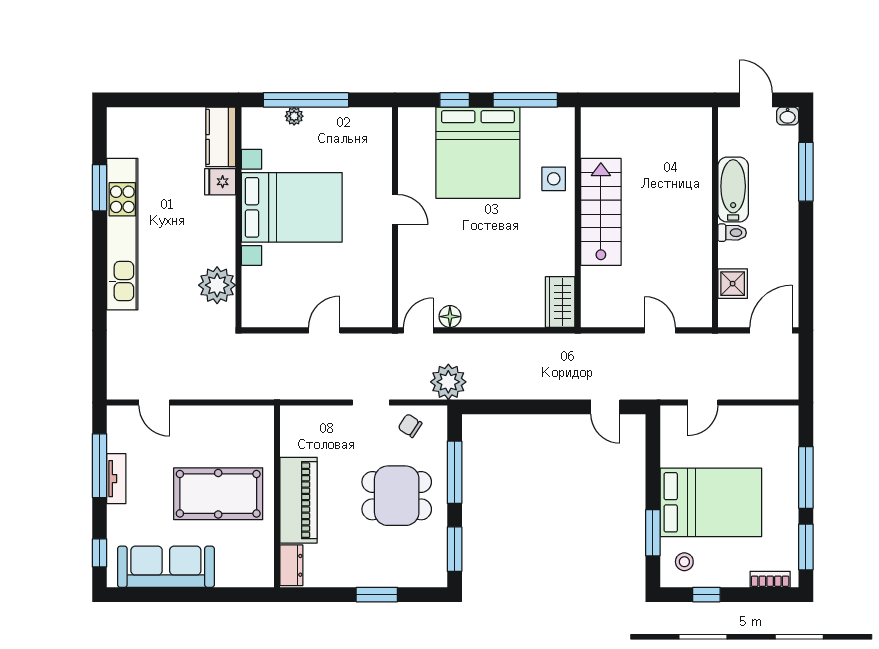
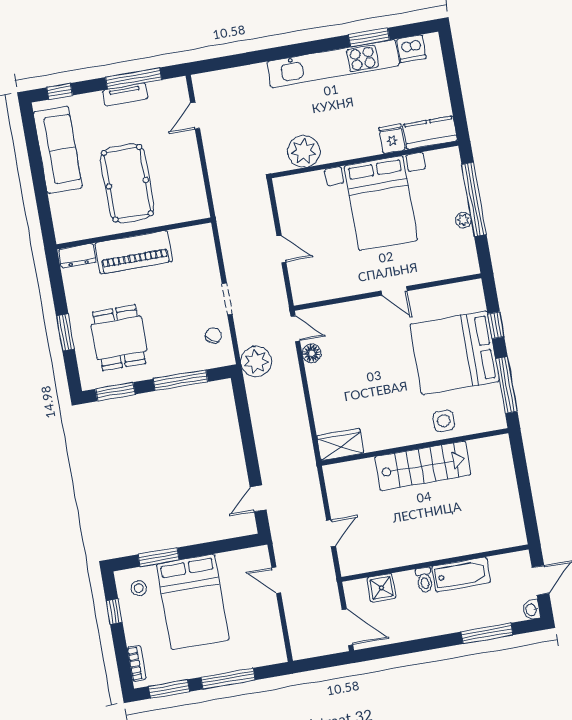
plant: (294, 116) -> (463, 220), moved
dishwasher: (121, 141) -> (411, 49), added
door: (395, 210) -> (394, 291), hinge flipped
dining table: (397, 496) -> (119, 338), moved

